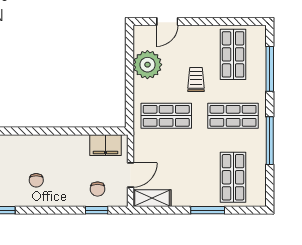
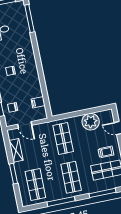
trolley: (196, 80) -> (106, 152), moved
filing cabinet: (106, 145) -> (38, 102), width x0.50
shop shelf: (233, 177) -> (35, 185), turned 90
shelving: (152, 198) -> (16, 150), moved

